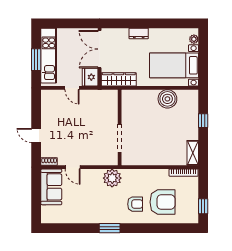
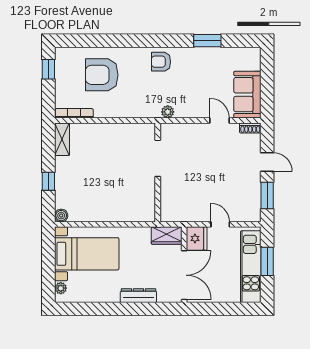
dresser: (139, 33) -> (138, 296), width x1.44
wardrobe: (119, 79) -> (167, 236), width x0.67
boiler: (167, 99) -> (61, 216), moved, width x0.54, depth x0.54
window: (36, 110) -> (267, 196), added
plant: (112, 178) -> (168, 112), width x0.53, depth x0.53
armchair: (135, 204) -> (161, 62), moved
window: (110, 228) -> (207, 41), moved

